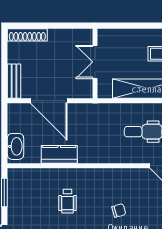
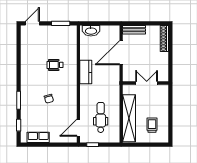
kitchen counter: (59, 154) -> (86, 72), moved

